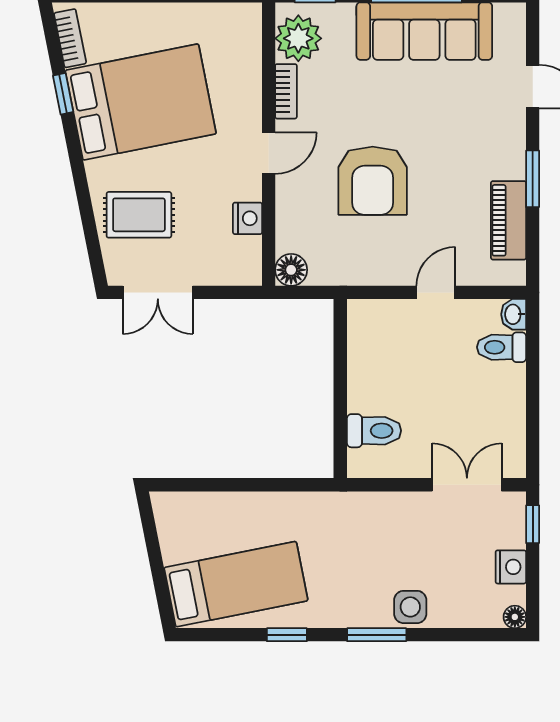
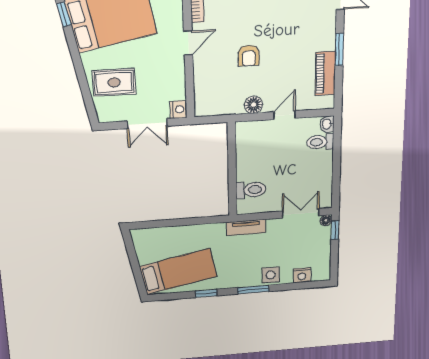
armchair: (373, 181) -> (249, 56), width x0.53, depth x0.53
nightstand: (247, 218) -> (178, 109), moved
floor lamp: (291, 270) -> (254, 105), moved
double door: (158, 292) -> (147, 124), moved
tv unit: (364, 505) -> (246, 227), added
nightstand: (511, 567) -> (302, 275), moved, turned 90
floor lamp: (515, 617) -> (326, 220), moved

